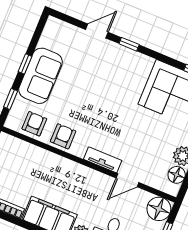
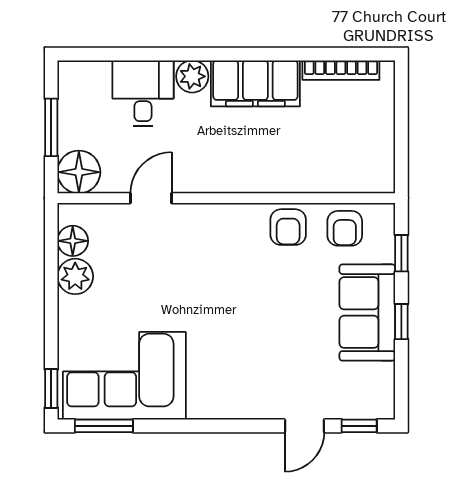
window: (129, 44) -> (359, 426), moved
tv unit: (103, 160) -> (206, 215), removed

